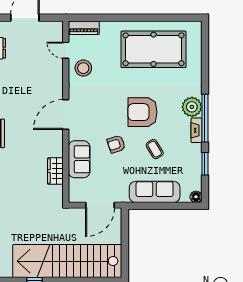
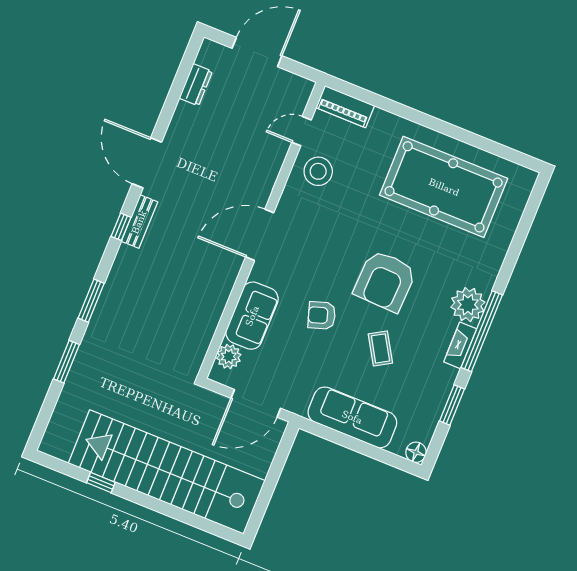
door: (66, 50) -> (302, 131), hinge flipped
armchair: (143, 112) -> (385, 281), turned -88
wardrobe: (55, 171) -> (206, 319), removed
plant: (75, 186) -> (229, 356), added

